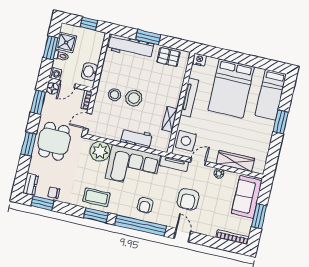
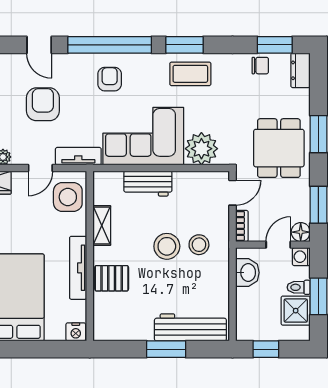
pallet: (168, 57) -> (112, 278), moved

